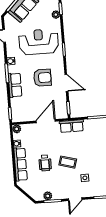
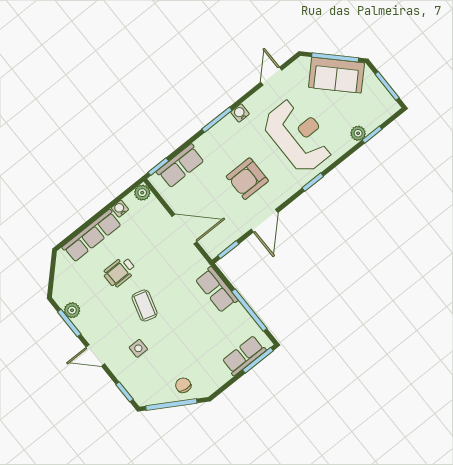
armchair: (42, 78) -> (247, 179), turned 90
row of seats: (15, 85) -> (180, 166), moved
row of seats: (72, 126) -> (217, 290), moved

